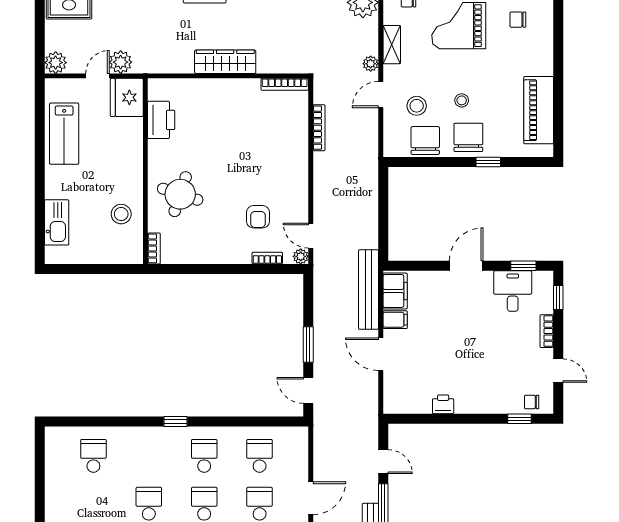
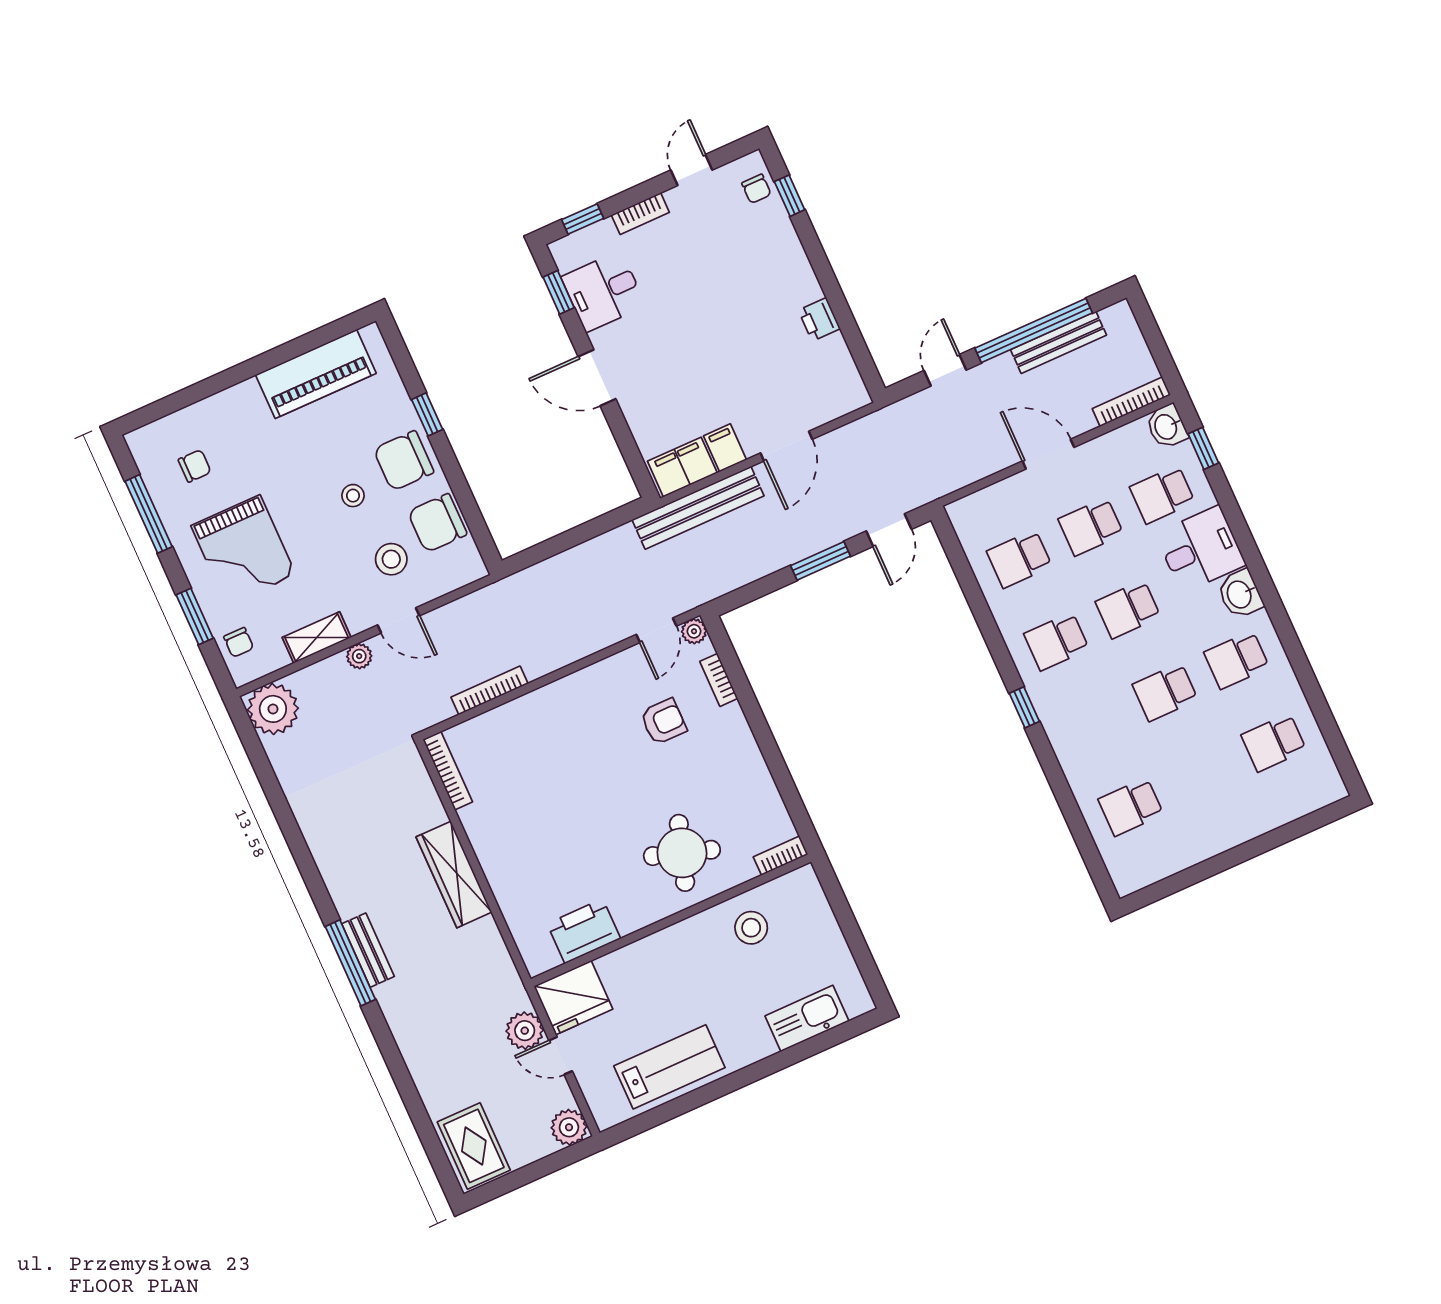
chair: (518, 20) -> (195, 466), turned -90

